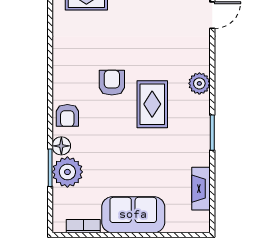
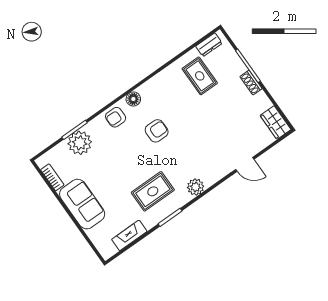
rug: (152, 104) -> (153, 191), moved
floor lamp: (61, 146) -> (133, 99), moved

